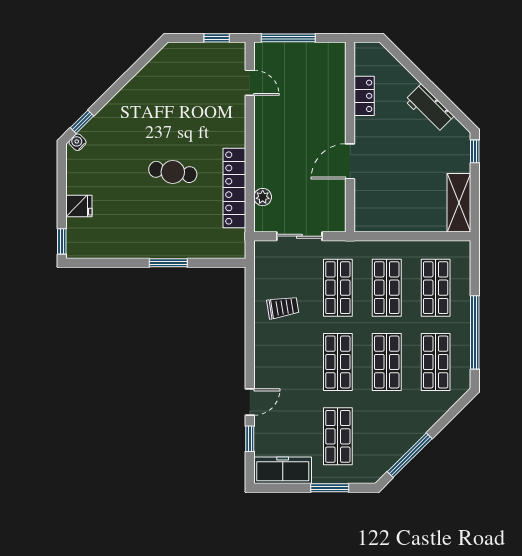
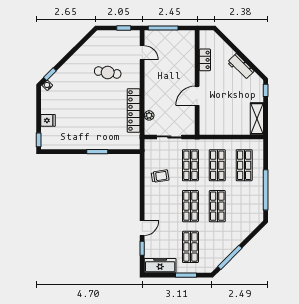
cafe table: (173, 172) -> (108, 72), moved
shop shelf: (436, 362) -> (244, 206), removed

